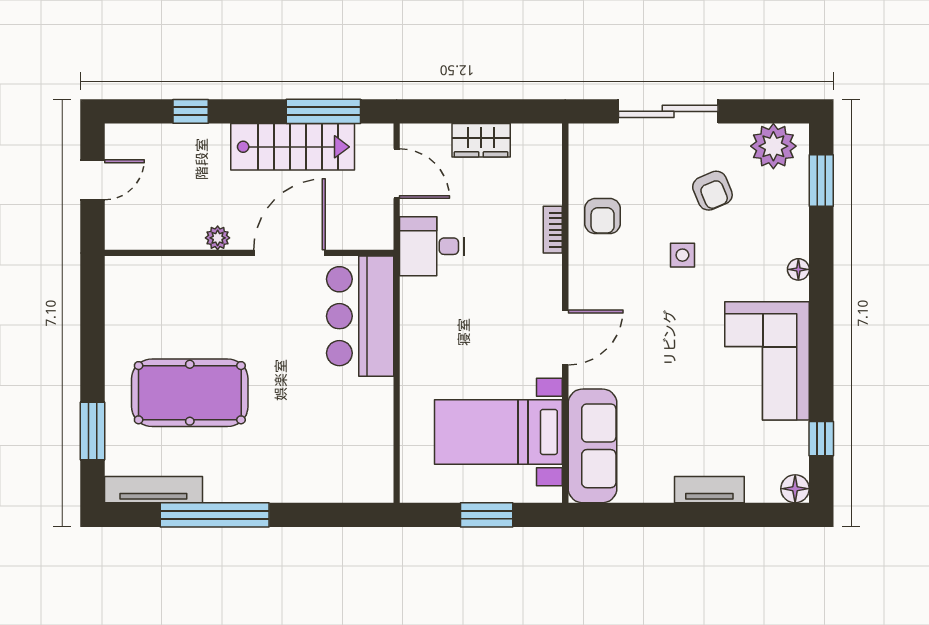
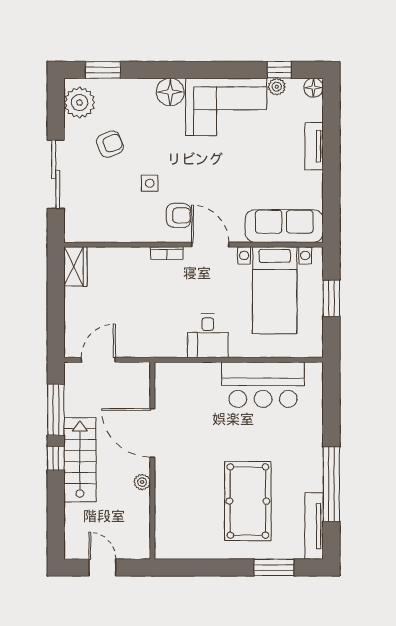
window: (191, 111) -> (56, 458), moved
wardrobe: (481, 140) -> (75, 266), moved
stairs: (293, 147) -> (80, 460), moved
armchair: (603, 216) -> (179, 215), moved
bookcase: (553, 230) -> (167, 253), moved
desk: (432, 246) -> (208, 336), moved
side table: (682, 255) -> (150, 183), moved
floor lamp: (798, 269) -> (170, 92), width x1.89, depth x1.89
bar counter: (360, 316) -> (263, 385), moved
plant: (797, 435) -> (277, 87), added

